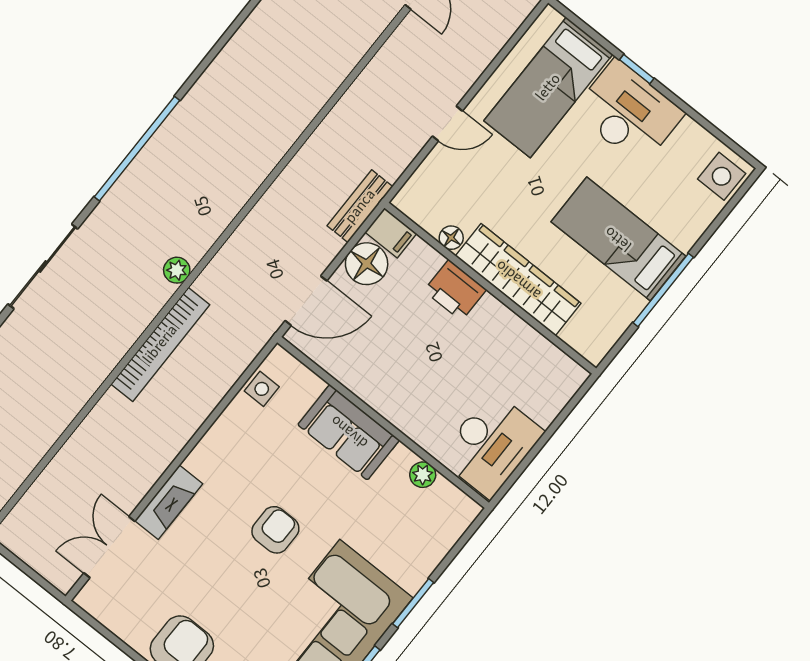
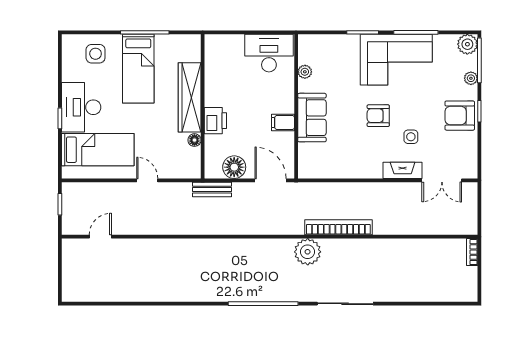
side table: (722, 176) -> (96, 54), moved
filing cabinet: (391, 233) -> (283, 122), moved, turned -90
plant: (177, 270) -> (308, 252), width x1.87, depth x1.87
side table: (262, 389) -> (411, 137), moved

